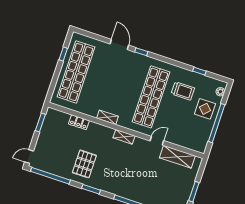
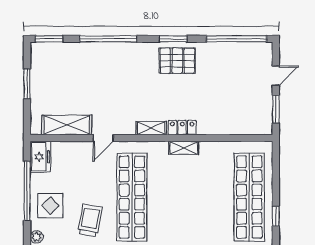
trolley: (183, 91) -> (90, 220), turned 100
locker: (79, 122) -> (182, 127), moved
freezer: (201, 142) -> (40, 157), added
door: (29, 156) -> (276, 76), moved
pallet: (84, 164) -> (177, 61), moved, turned 90

